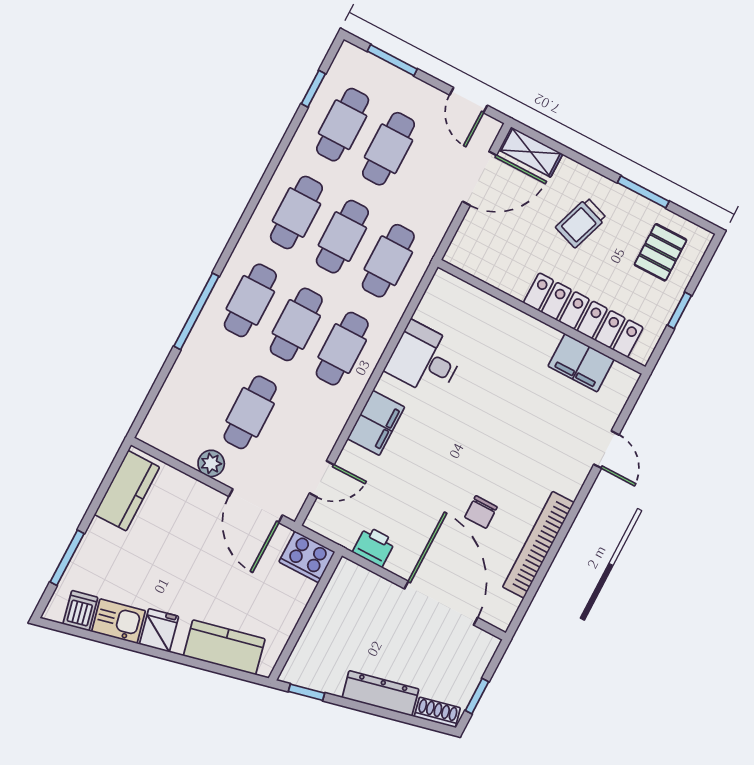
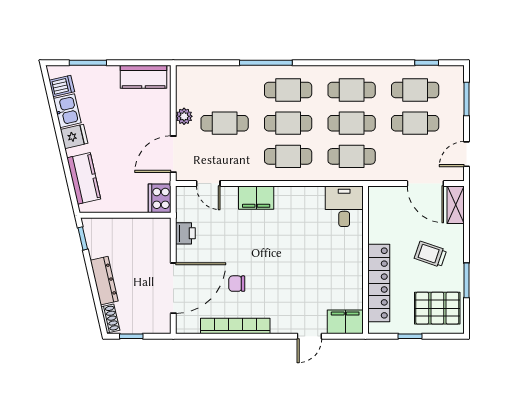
pallet: (660, 252) -> (437, 308), width x1.50, depth x1.42
desk: (425, 359) -> (344, 206), moved
filing cabinet: (581, 363) -> (345, 322), moved, turned 90

